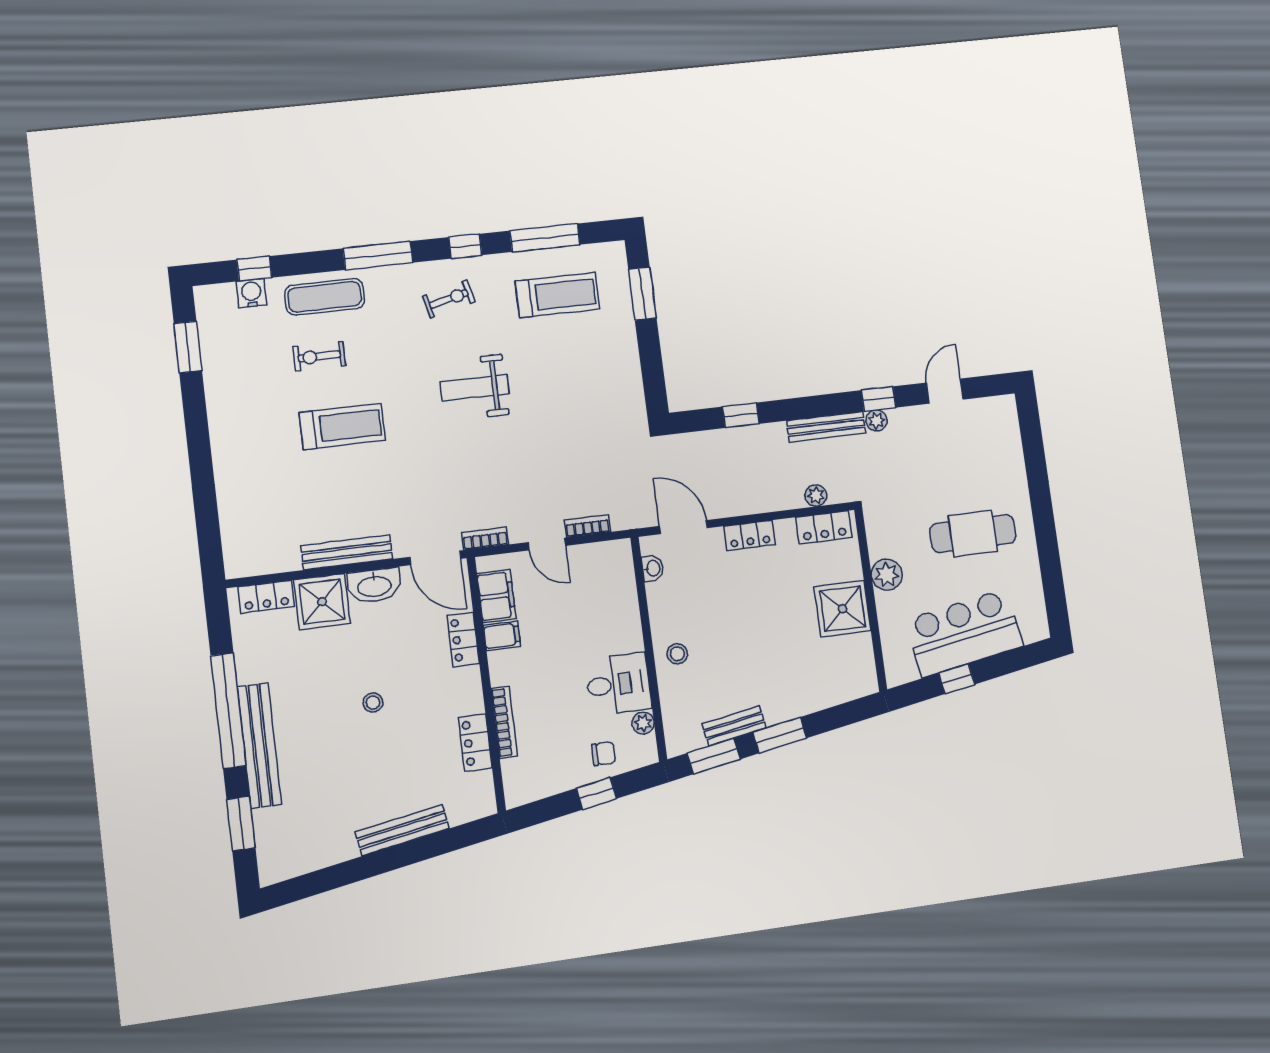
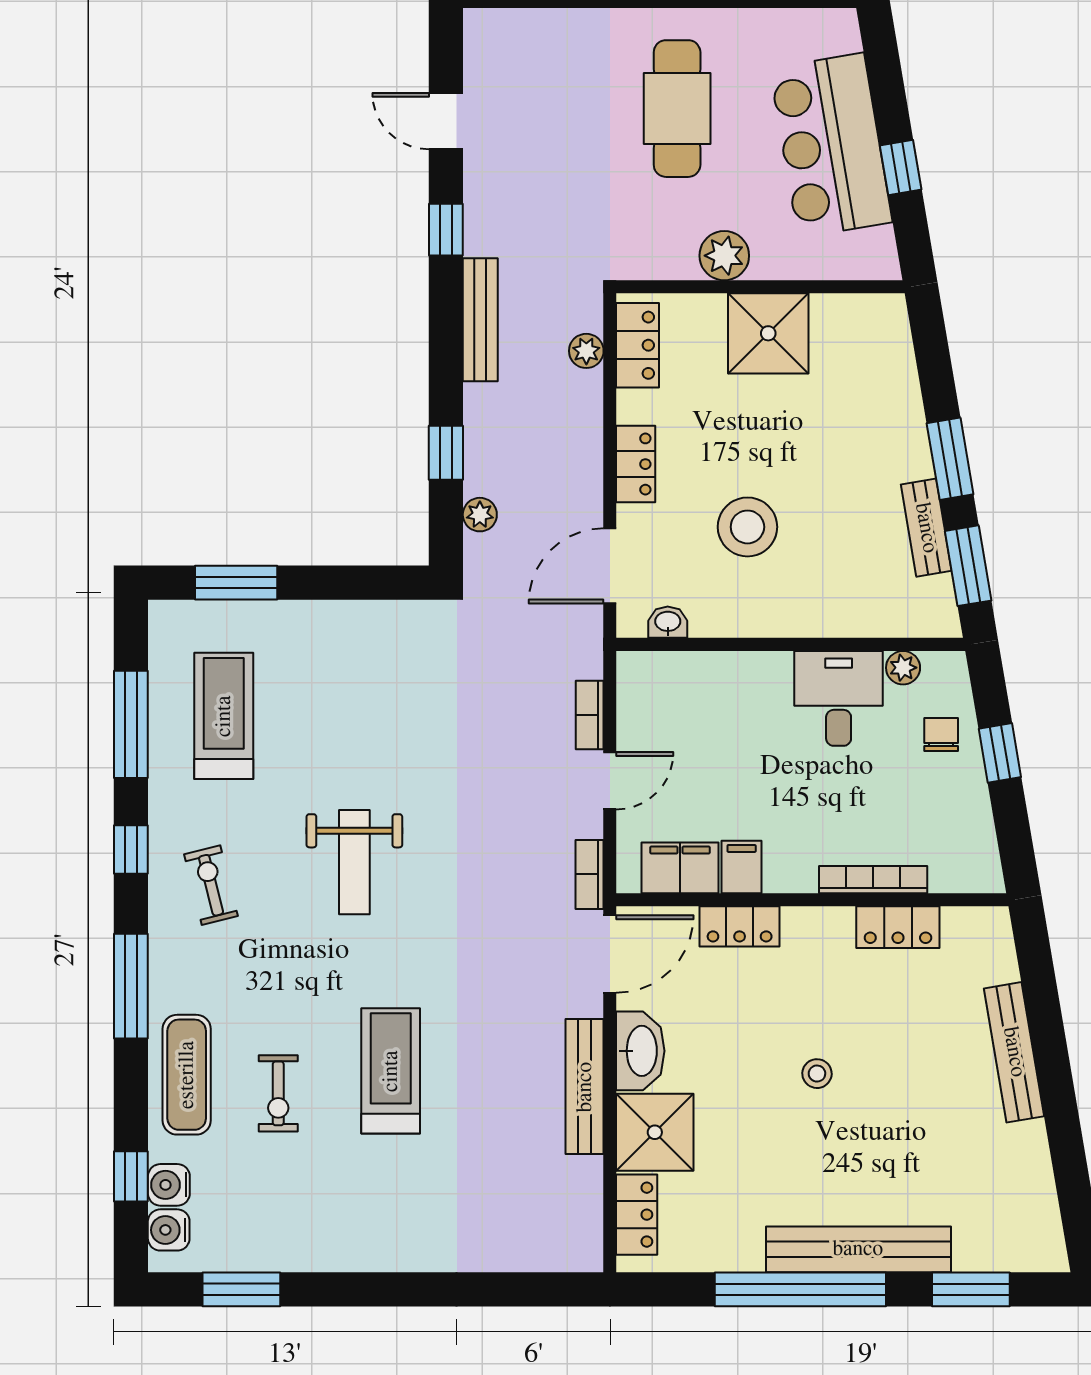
water cooler: (222, 296) -> (169, 1230), added
plant: (877, 421) -> (480, 515), moved
stool: (677, 654) -> (747, 527), moved, width x1.89, depth x1.89

